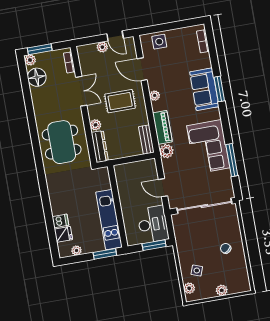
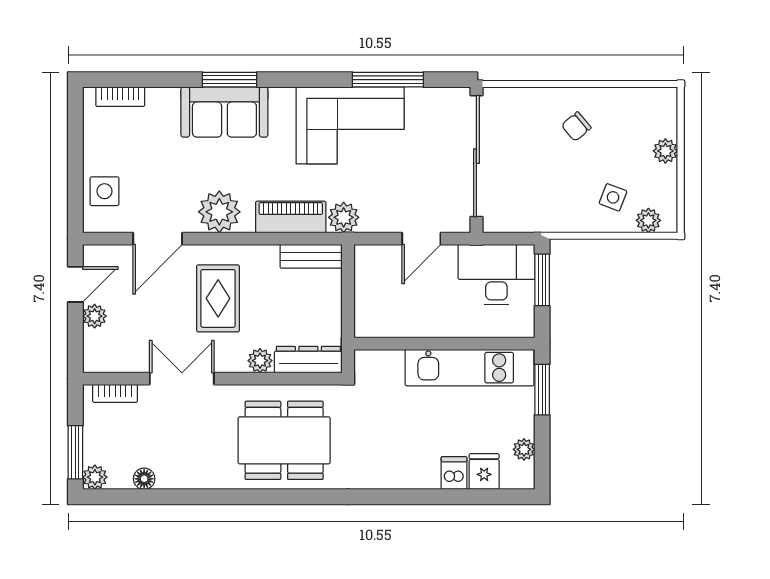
floor lamp: (37, 77) -> (144, 479), width x0.53, depth x0.53
plant: (155, 96) -> (219, 212), width x1.88, depth x1.88

